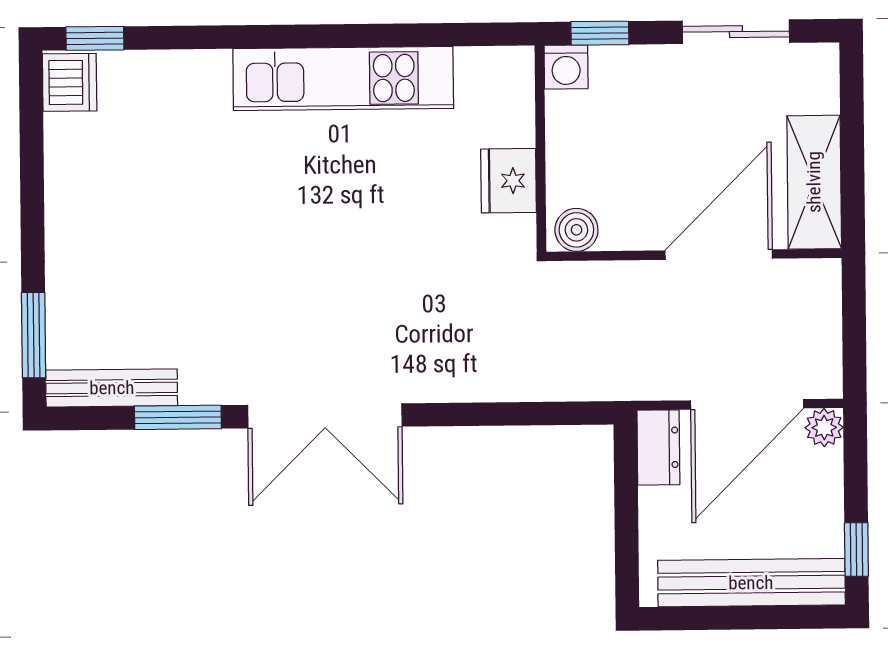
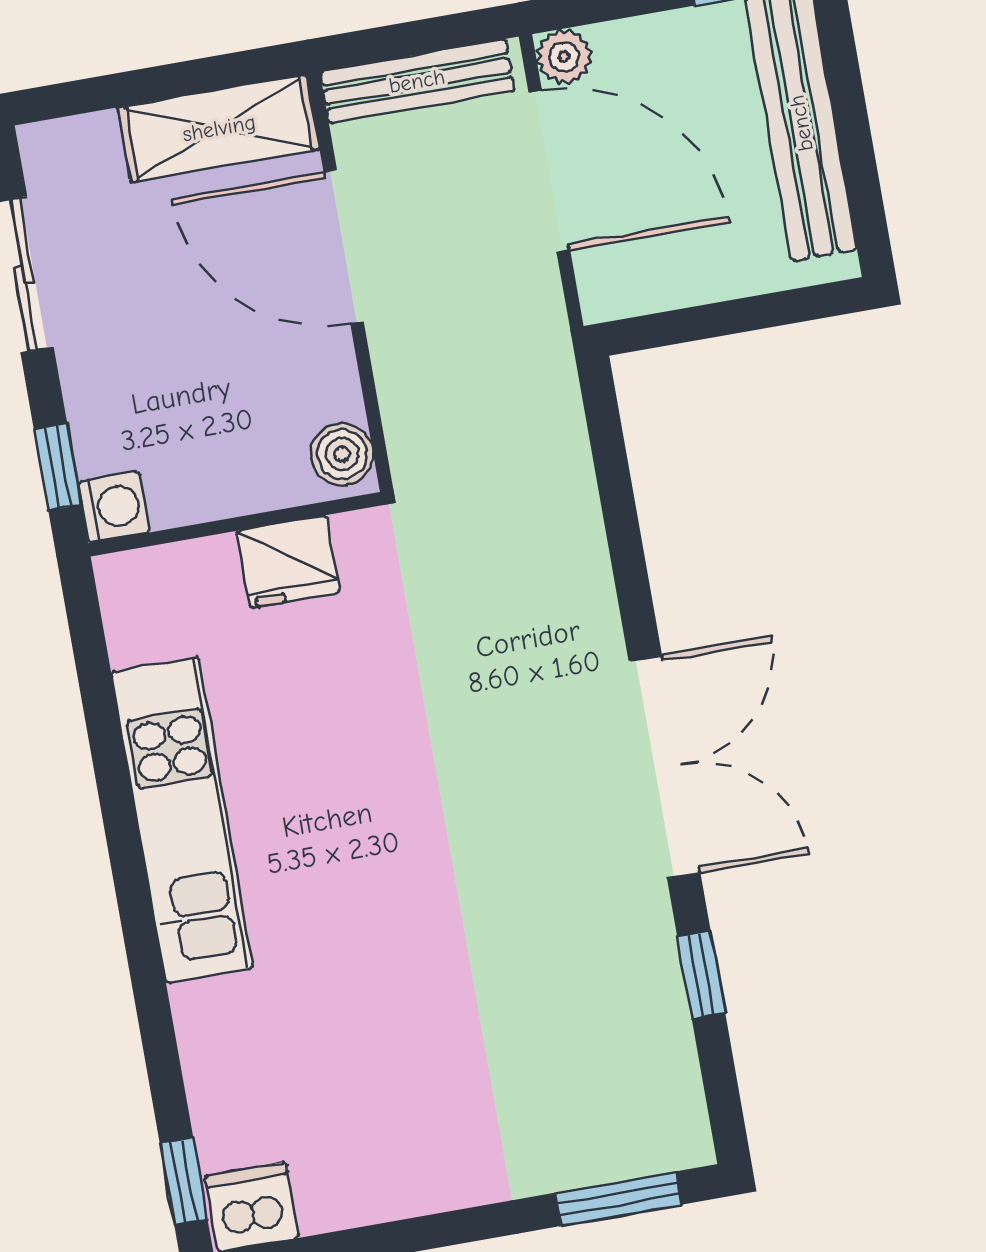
bench: (112, 388) -> (417, 81), moved, turned 90
window: (178, 417) -> (701, 975), width x0.67
dresser: (658, 447) -> (631, 287), removed

